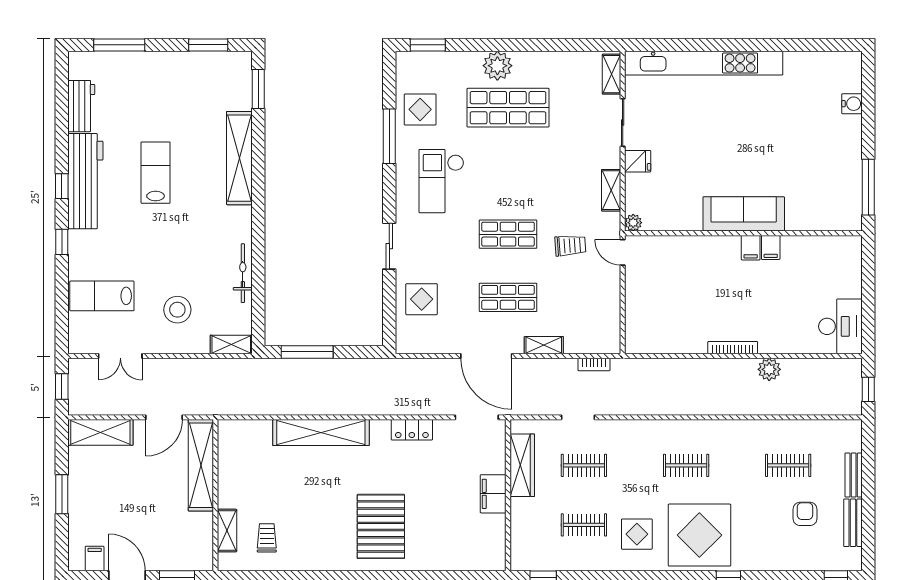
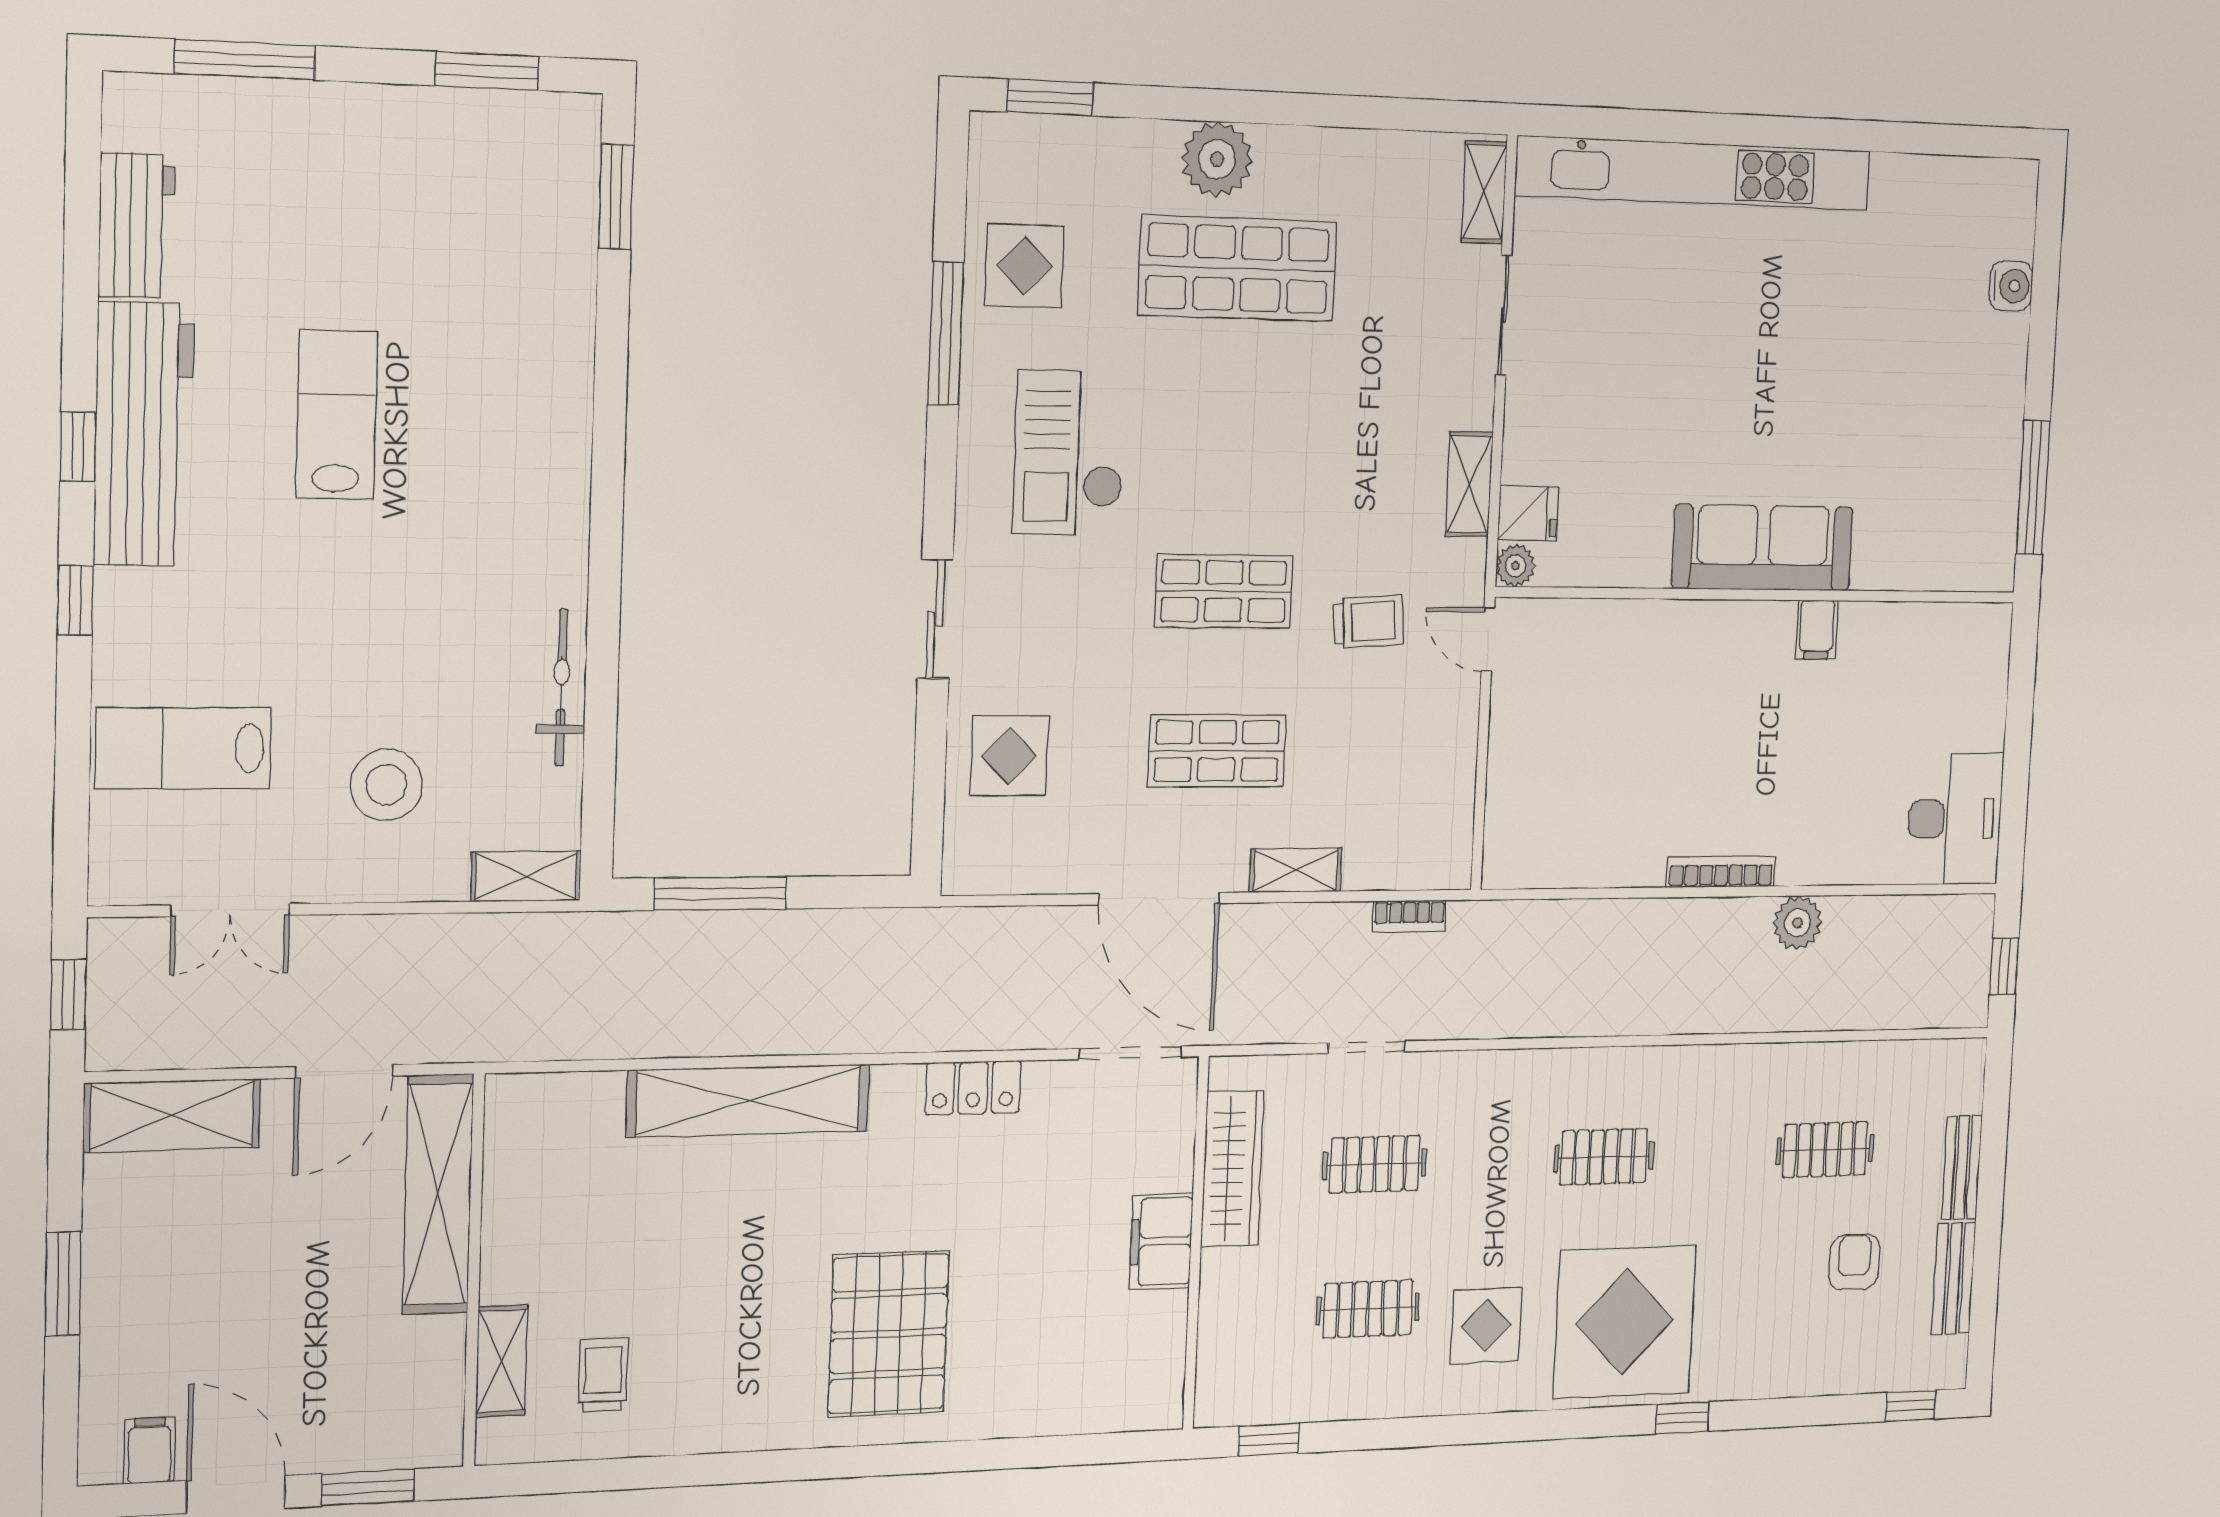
shelving: (239, 158) -> (561, 381), removed
fridge: (638, 161) -> (1528, 514), moved
filing cabinet: (751, 248) -> (1773, 630), removed

